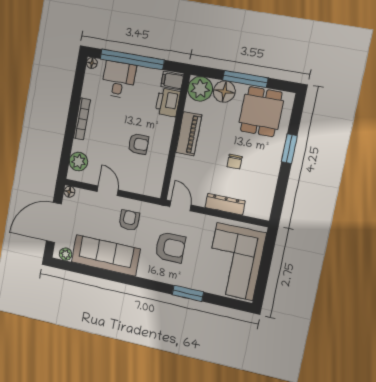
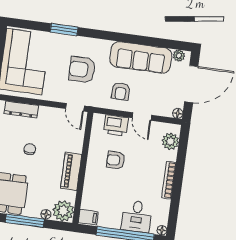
floor lamp: (224, 92) -> (46, 214), width x0.53, depth x0.53
printer: (168, 102) -> (116, 125), moved, turned 90
dresser: (225, 204) -> (21, 109), moved

